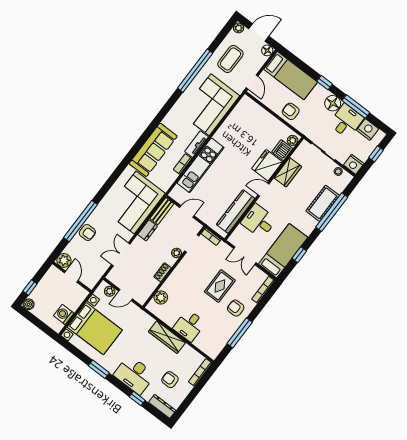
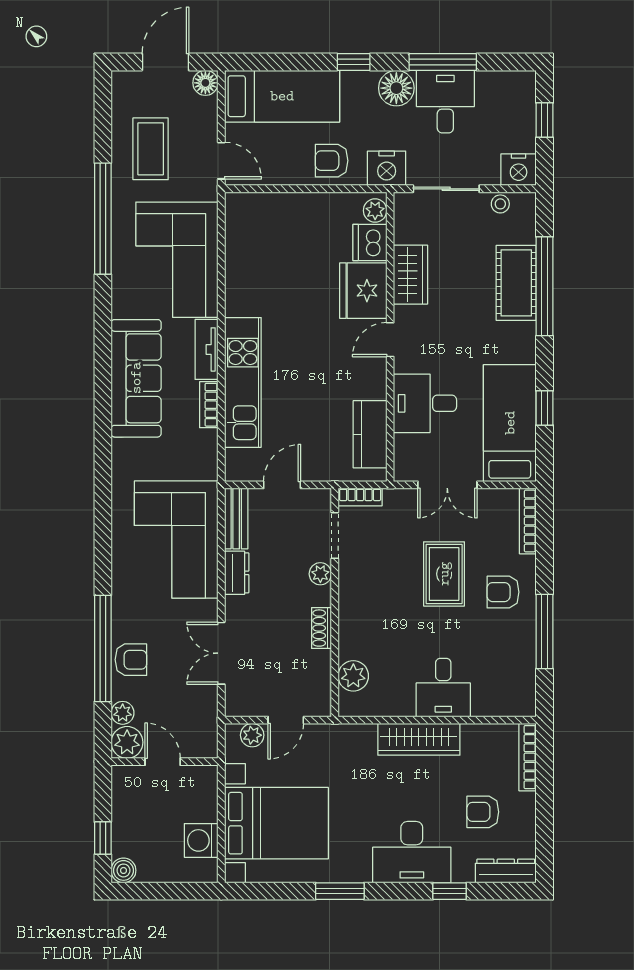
plant: (239, 28) -> (123, 713), moved
nightstand: (368, 129) -> (387, 168), moved, turned 180
sofa: (153, 150) -> (136, 378), moved
kitchen counter: (236, 211) -> (370, 434), width x0.67

